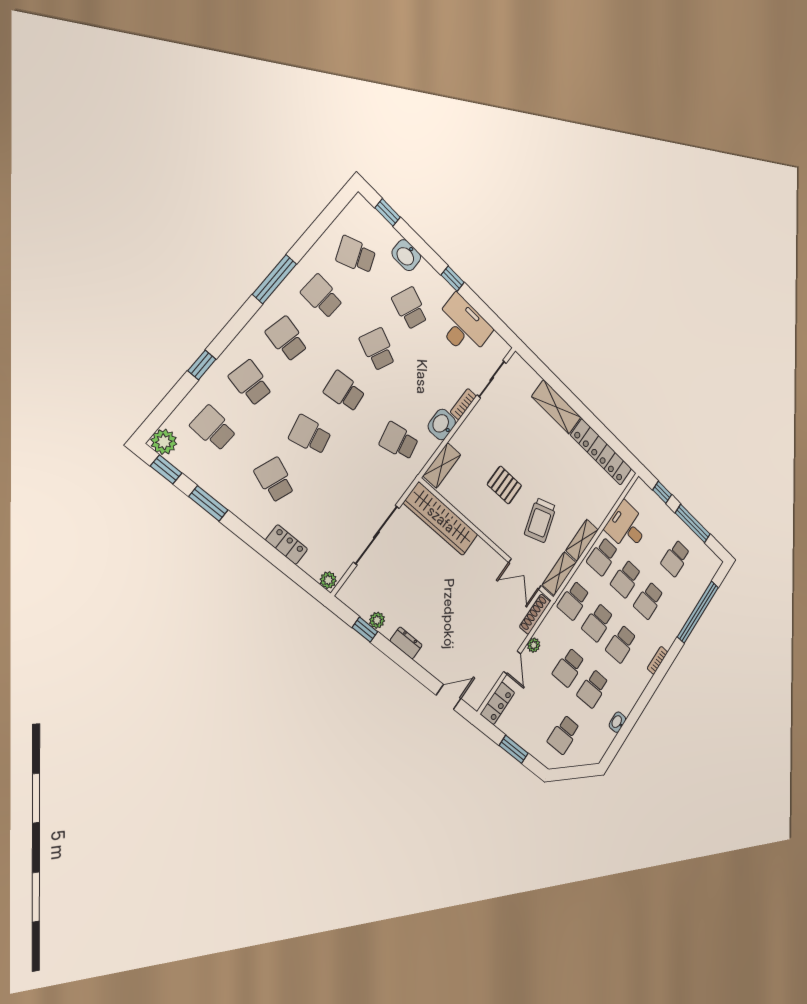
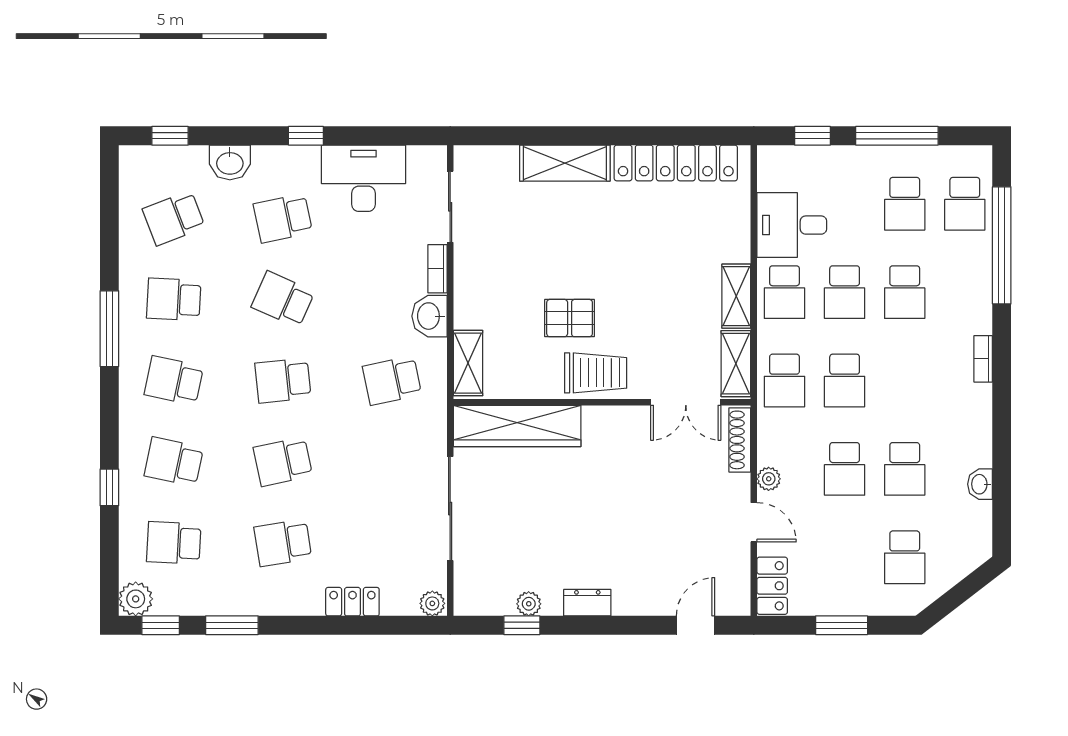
school desk: (410, 308) -> (283, 218), turned -33
school desk: (275, 480) -> (283, 543), turned -30
trolley: (540, 520) -> (596, 373), moved, turned -72
school desk: (621, 644) -> (965, 204), moved

